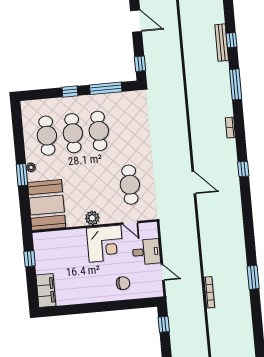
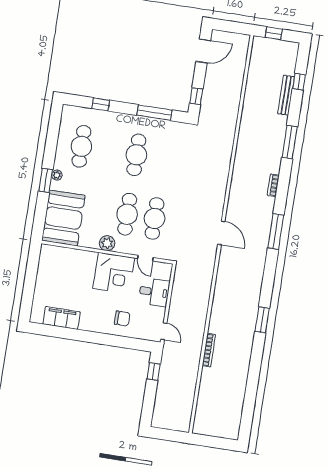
door: (136, 21) -> (203, 51), hinge flipped
window: (231, 40) -> (299, 82), moved
window: (70, 92) -> (101, 104), moved
cafe table: (73, 133) -> (127, 214), moved
window: (243, 169) -> (276, 231), width x2.17
window: (30, 259) -> (32, 269), removed
door: (163, 273) -> (164, 331), moved
window: (253, 277) -> (262, 320), moved
filing cabinet: (46, 290) -> (62, 318), moved, turned -90

